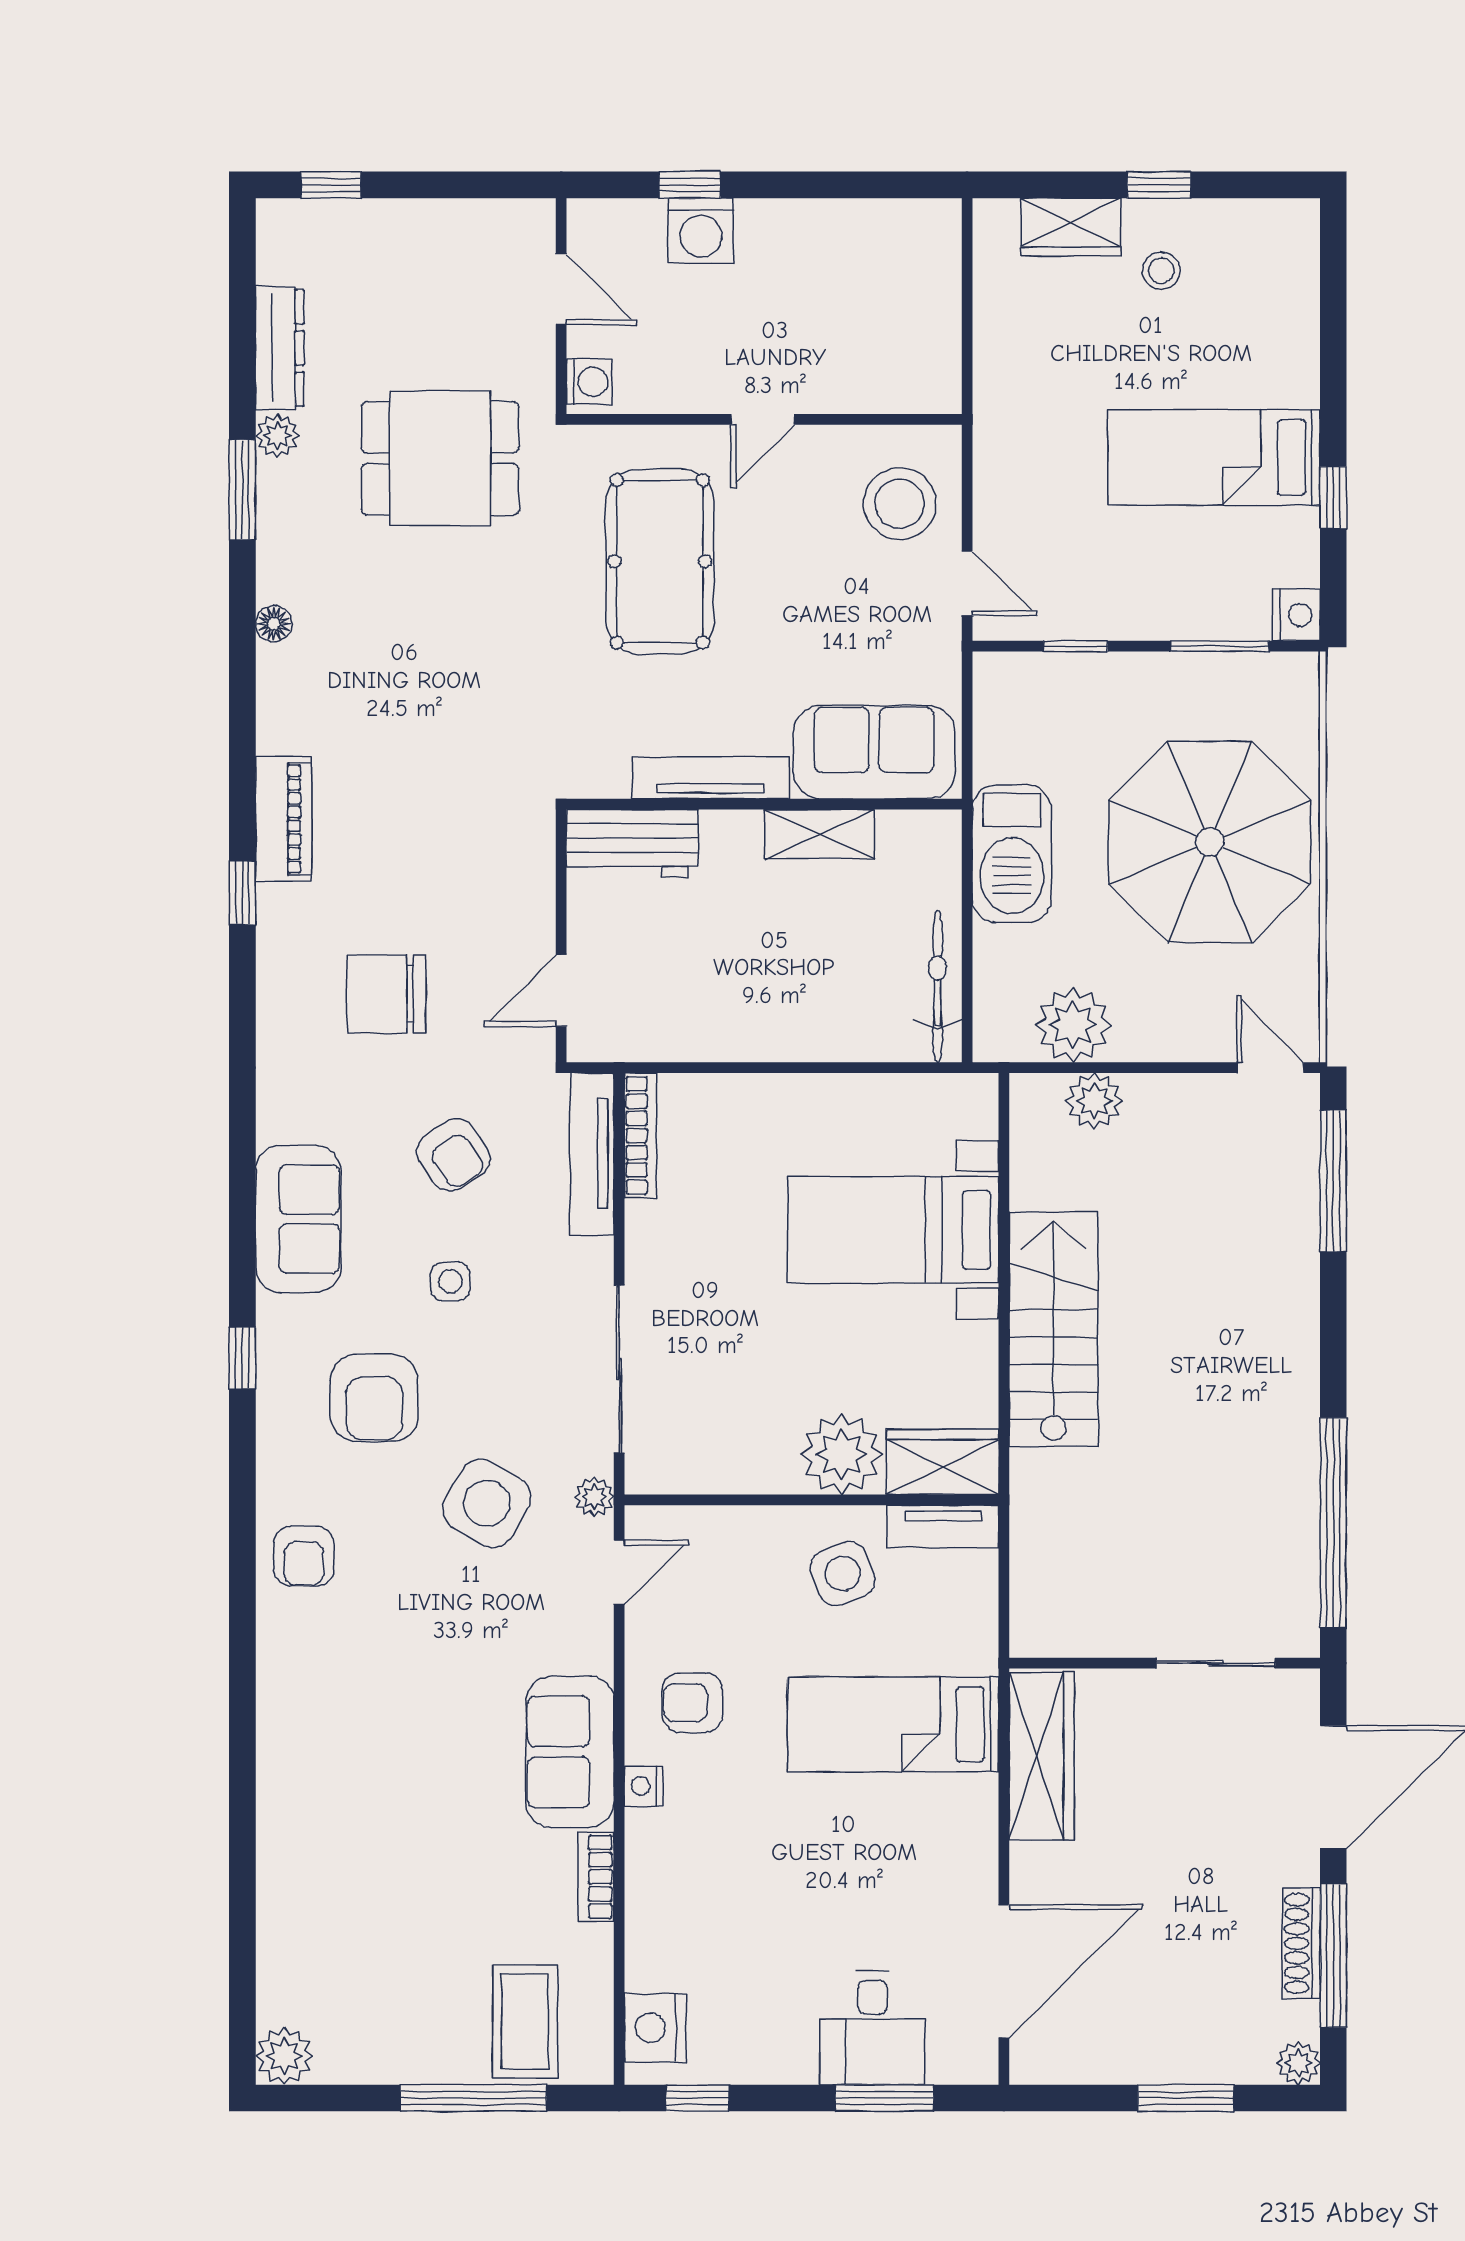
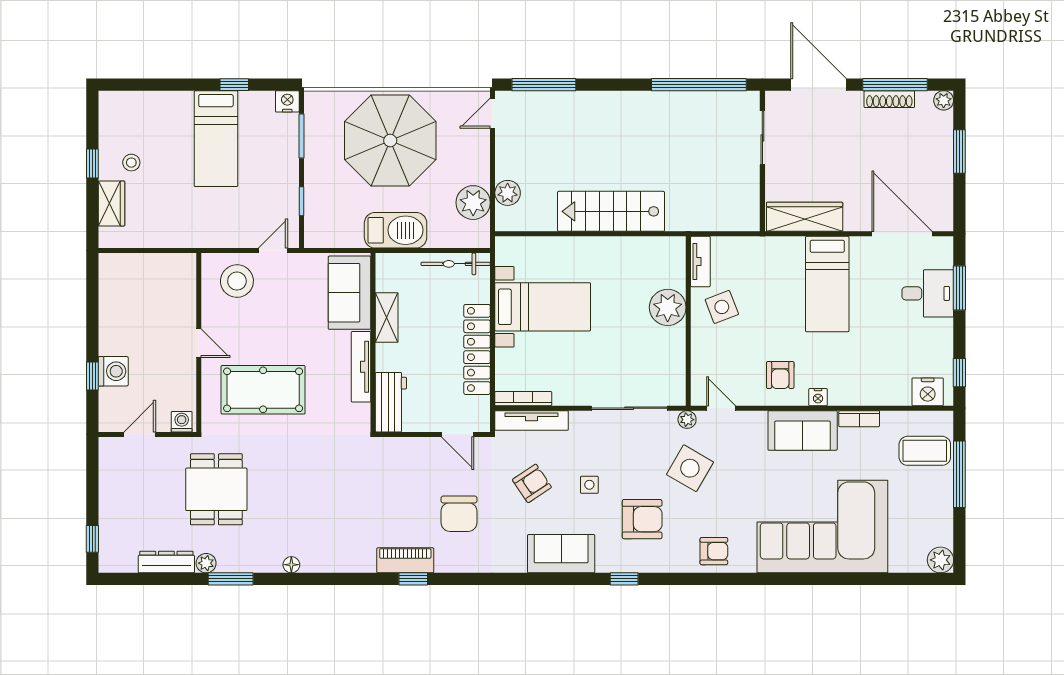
piano: (283, 819) -> (405, 560), moved
locker: (749, 1033) -> (477, 349), added
bed with nightstands: (893, 1230) -> (543, 307), moved, turned -90
wardrobe: (942, 1462) -> (671, 262), removed
bed: (893, 1724) -> (827, 284), moved
corner sofa: (358, 1795) -> (822, 526), added

